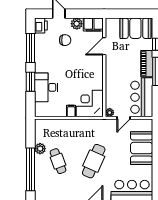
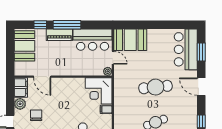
booth: (142, 148) -> (130, 40), moved
cafe table: (94, 161) -> (156, 87), turned -30

